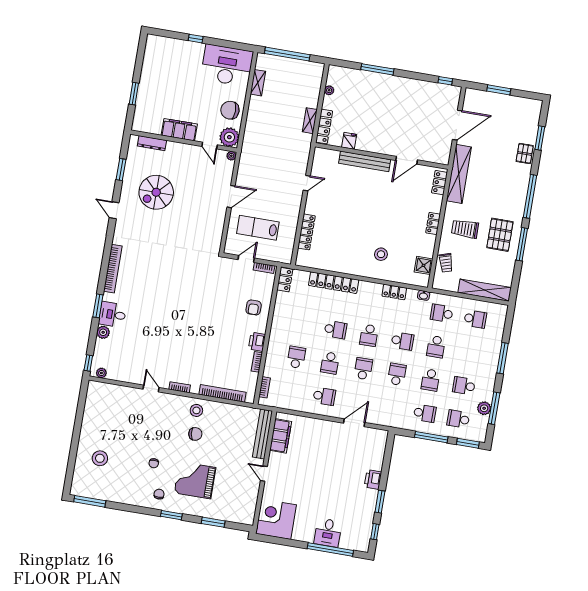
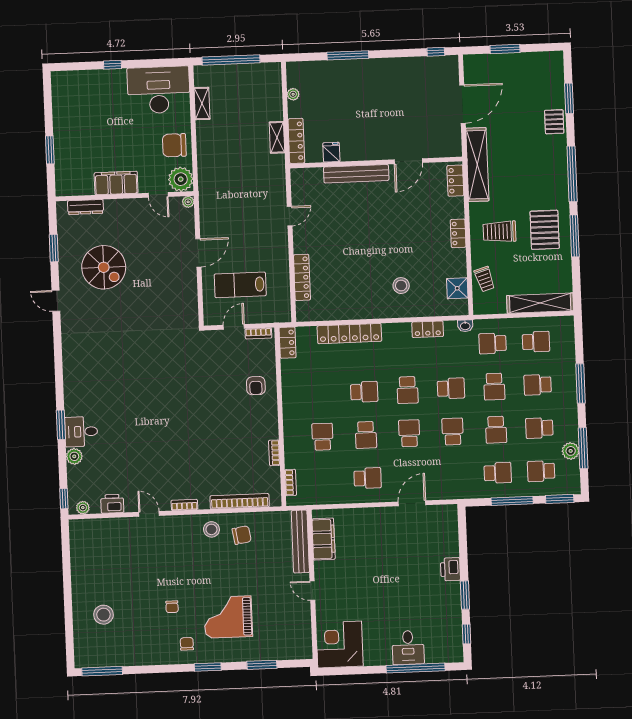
spiral stairs: (156, 192) -> (104, 267), turned -90
bookcase: (113, 269) -> (70, 374), removed
printer: (257, 342) -> (112, 504), moved, turned 90
school desk: (470, 352) -> (538, 385), added
chair: (195, 434) -> (242, 535), moved

